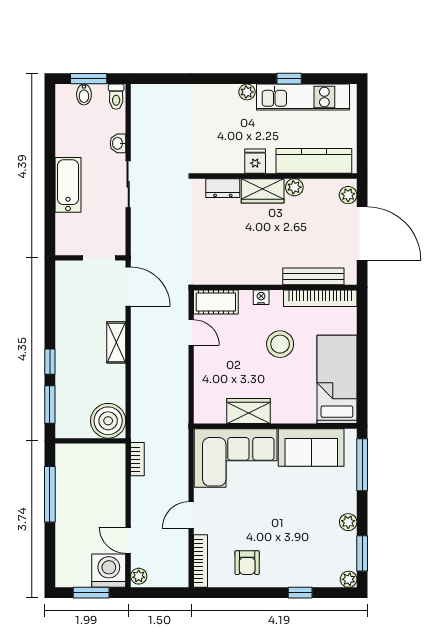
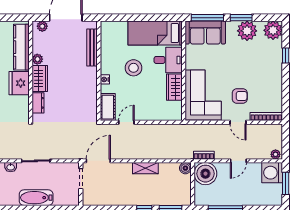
fridge: (255, 161) -> (19, 83), width x1.88, depth x1.34
bookcase: (320, 298) -> (105, 43), removed
shelving: (116, 342) -> (145, 168), moved
desk: (293, 401) -> (168, 60), added
boiler: (108, 421) -> (185, 168), width x0.54, depth x0.54
sofa: (311, 448) -> (205, 32), moved, turned 90
boiler: (107, 462) -> (205, 174), added
plant: (348, 522) -> (247, 31), width x1.88, depth x1.88
door: (128, 540) -> (238, 161), moved
window: (362, 553) -> (241, 18), moved
armchair: (247, 563) -> (240, 96), moved
plant: (349, 579) -> (273, 30), width x1.88, depth x1.88

